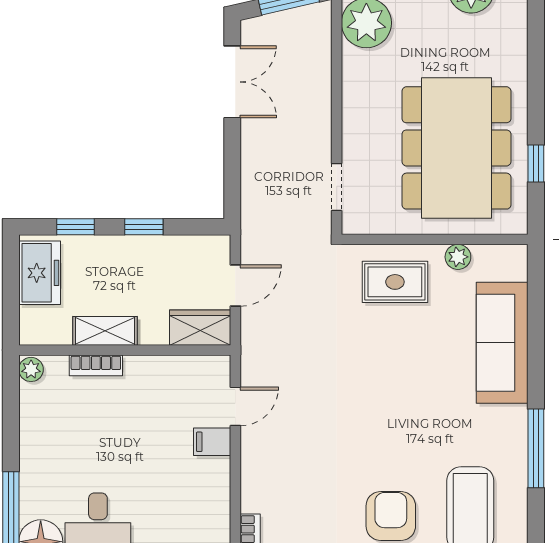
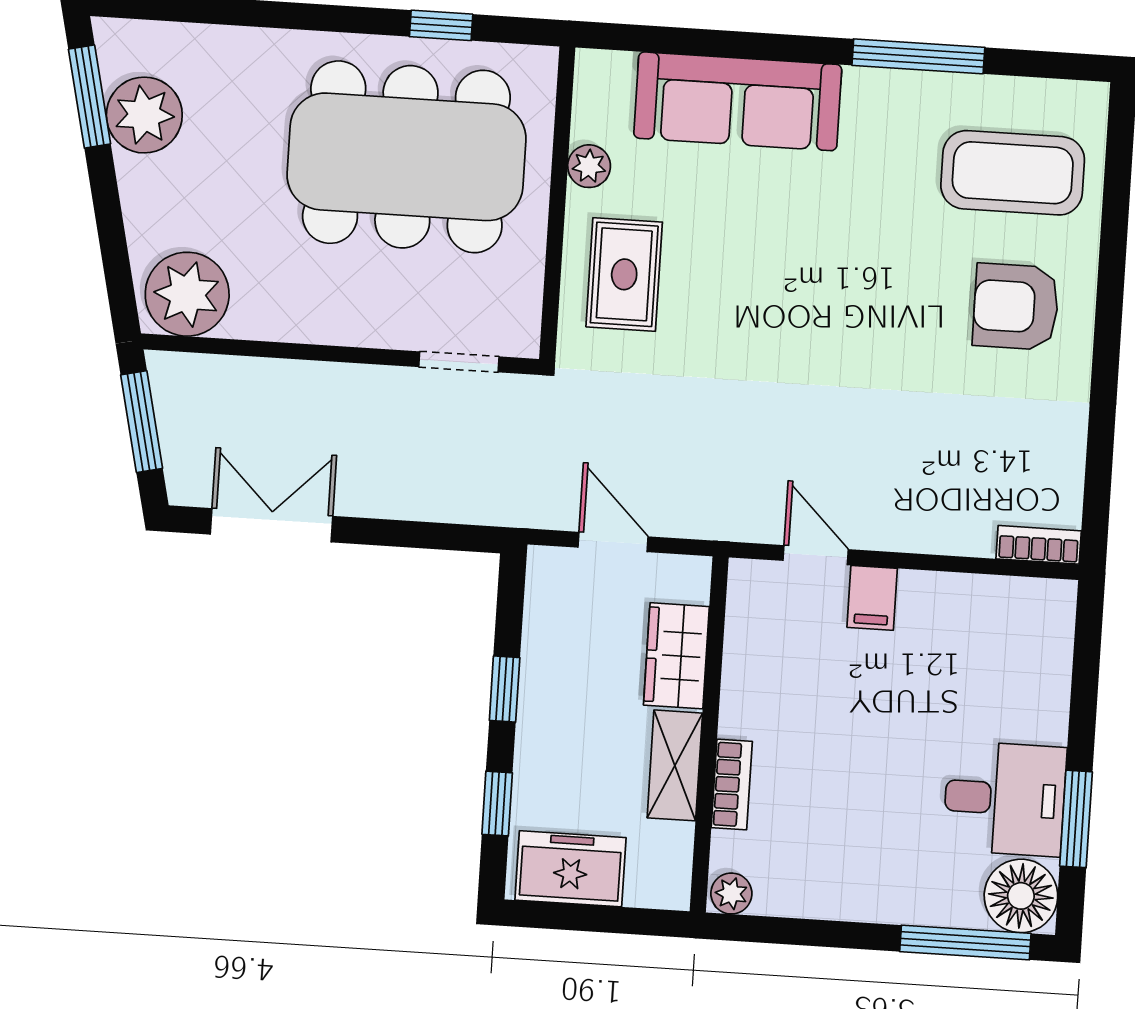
wardrobe: (200, 328) -> (676, 656), moved

